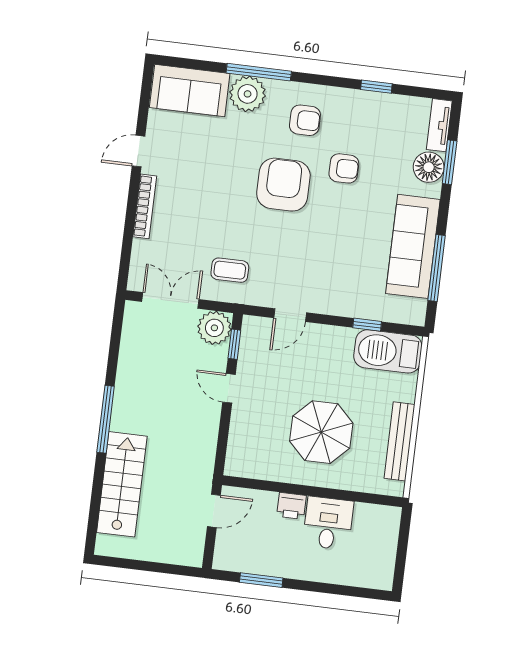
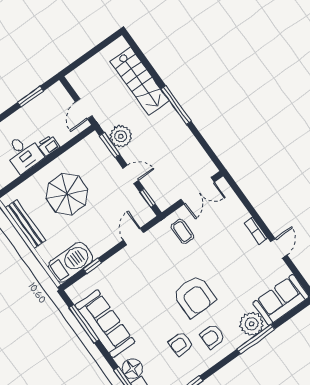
armchair: (344, 168) -> (181, 344), moved
bookcase: (145, 206) -> (256, 231), width x0.64
coffee table: (230, 270) -> (182, 231), turned 90
plant: (214, 328) -> (121, 136), moved
window: (222, 443) -> (110, 145), added

